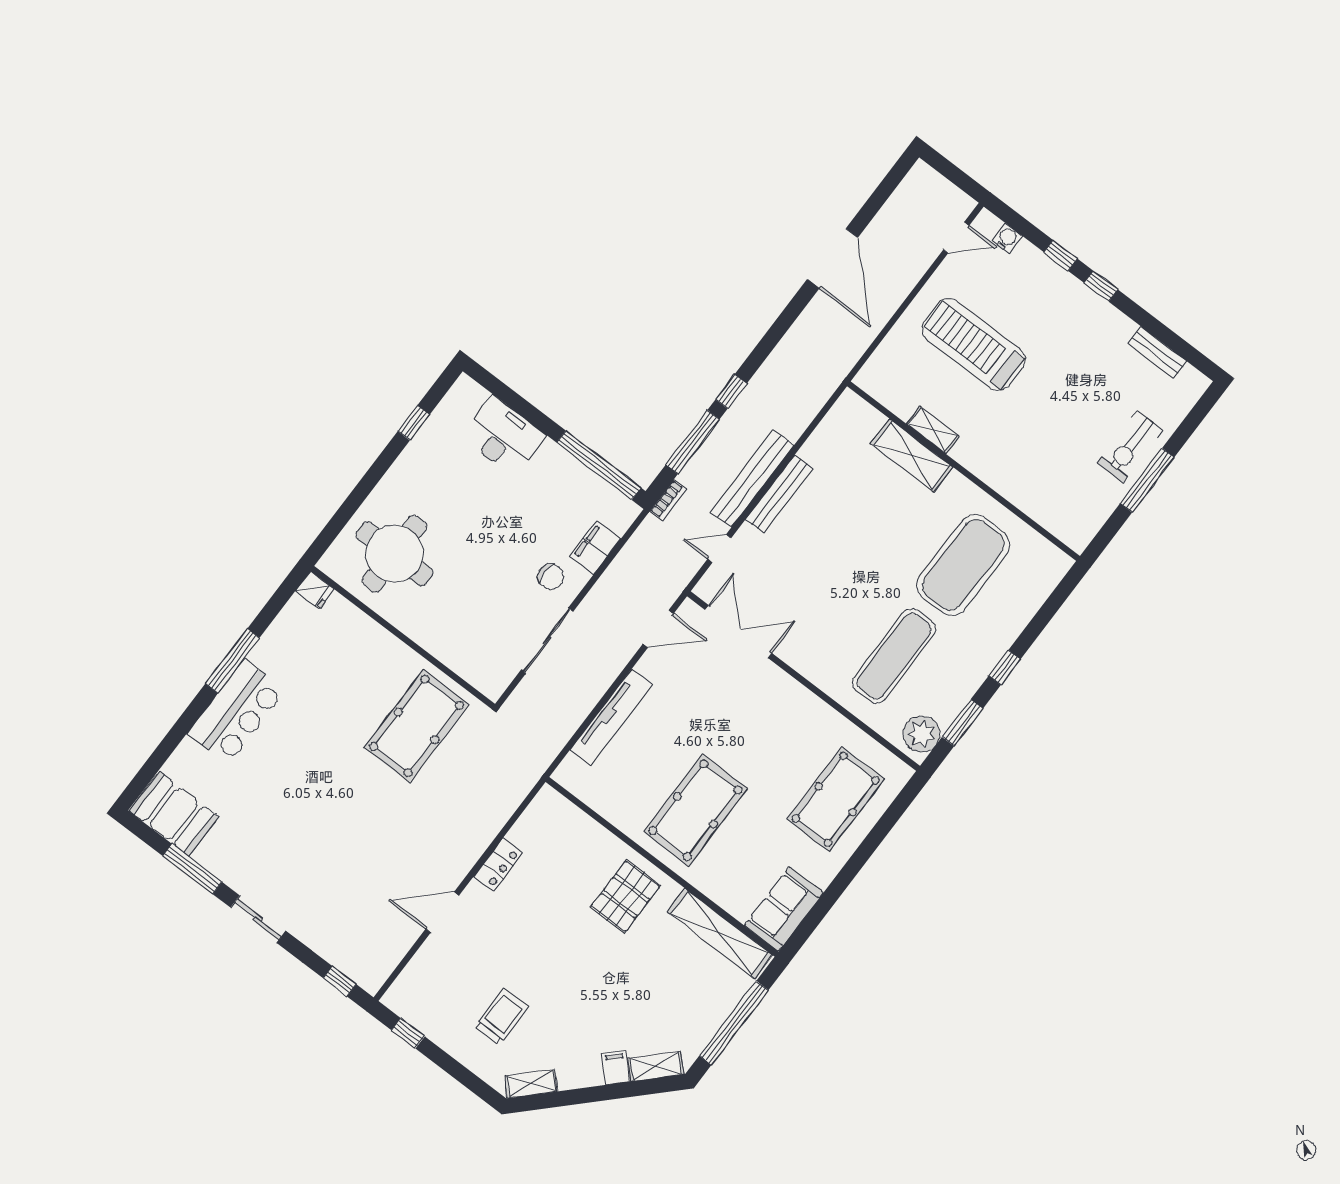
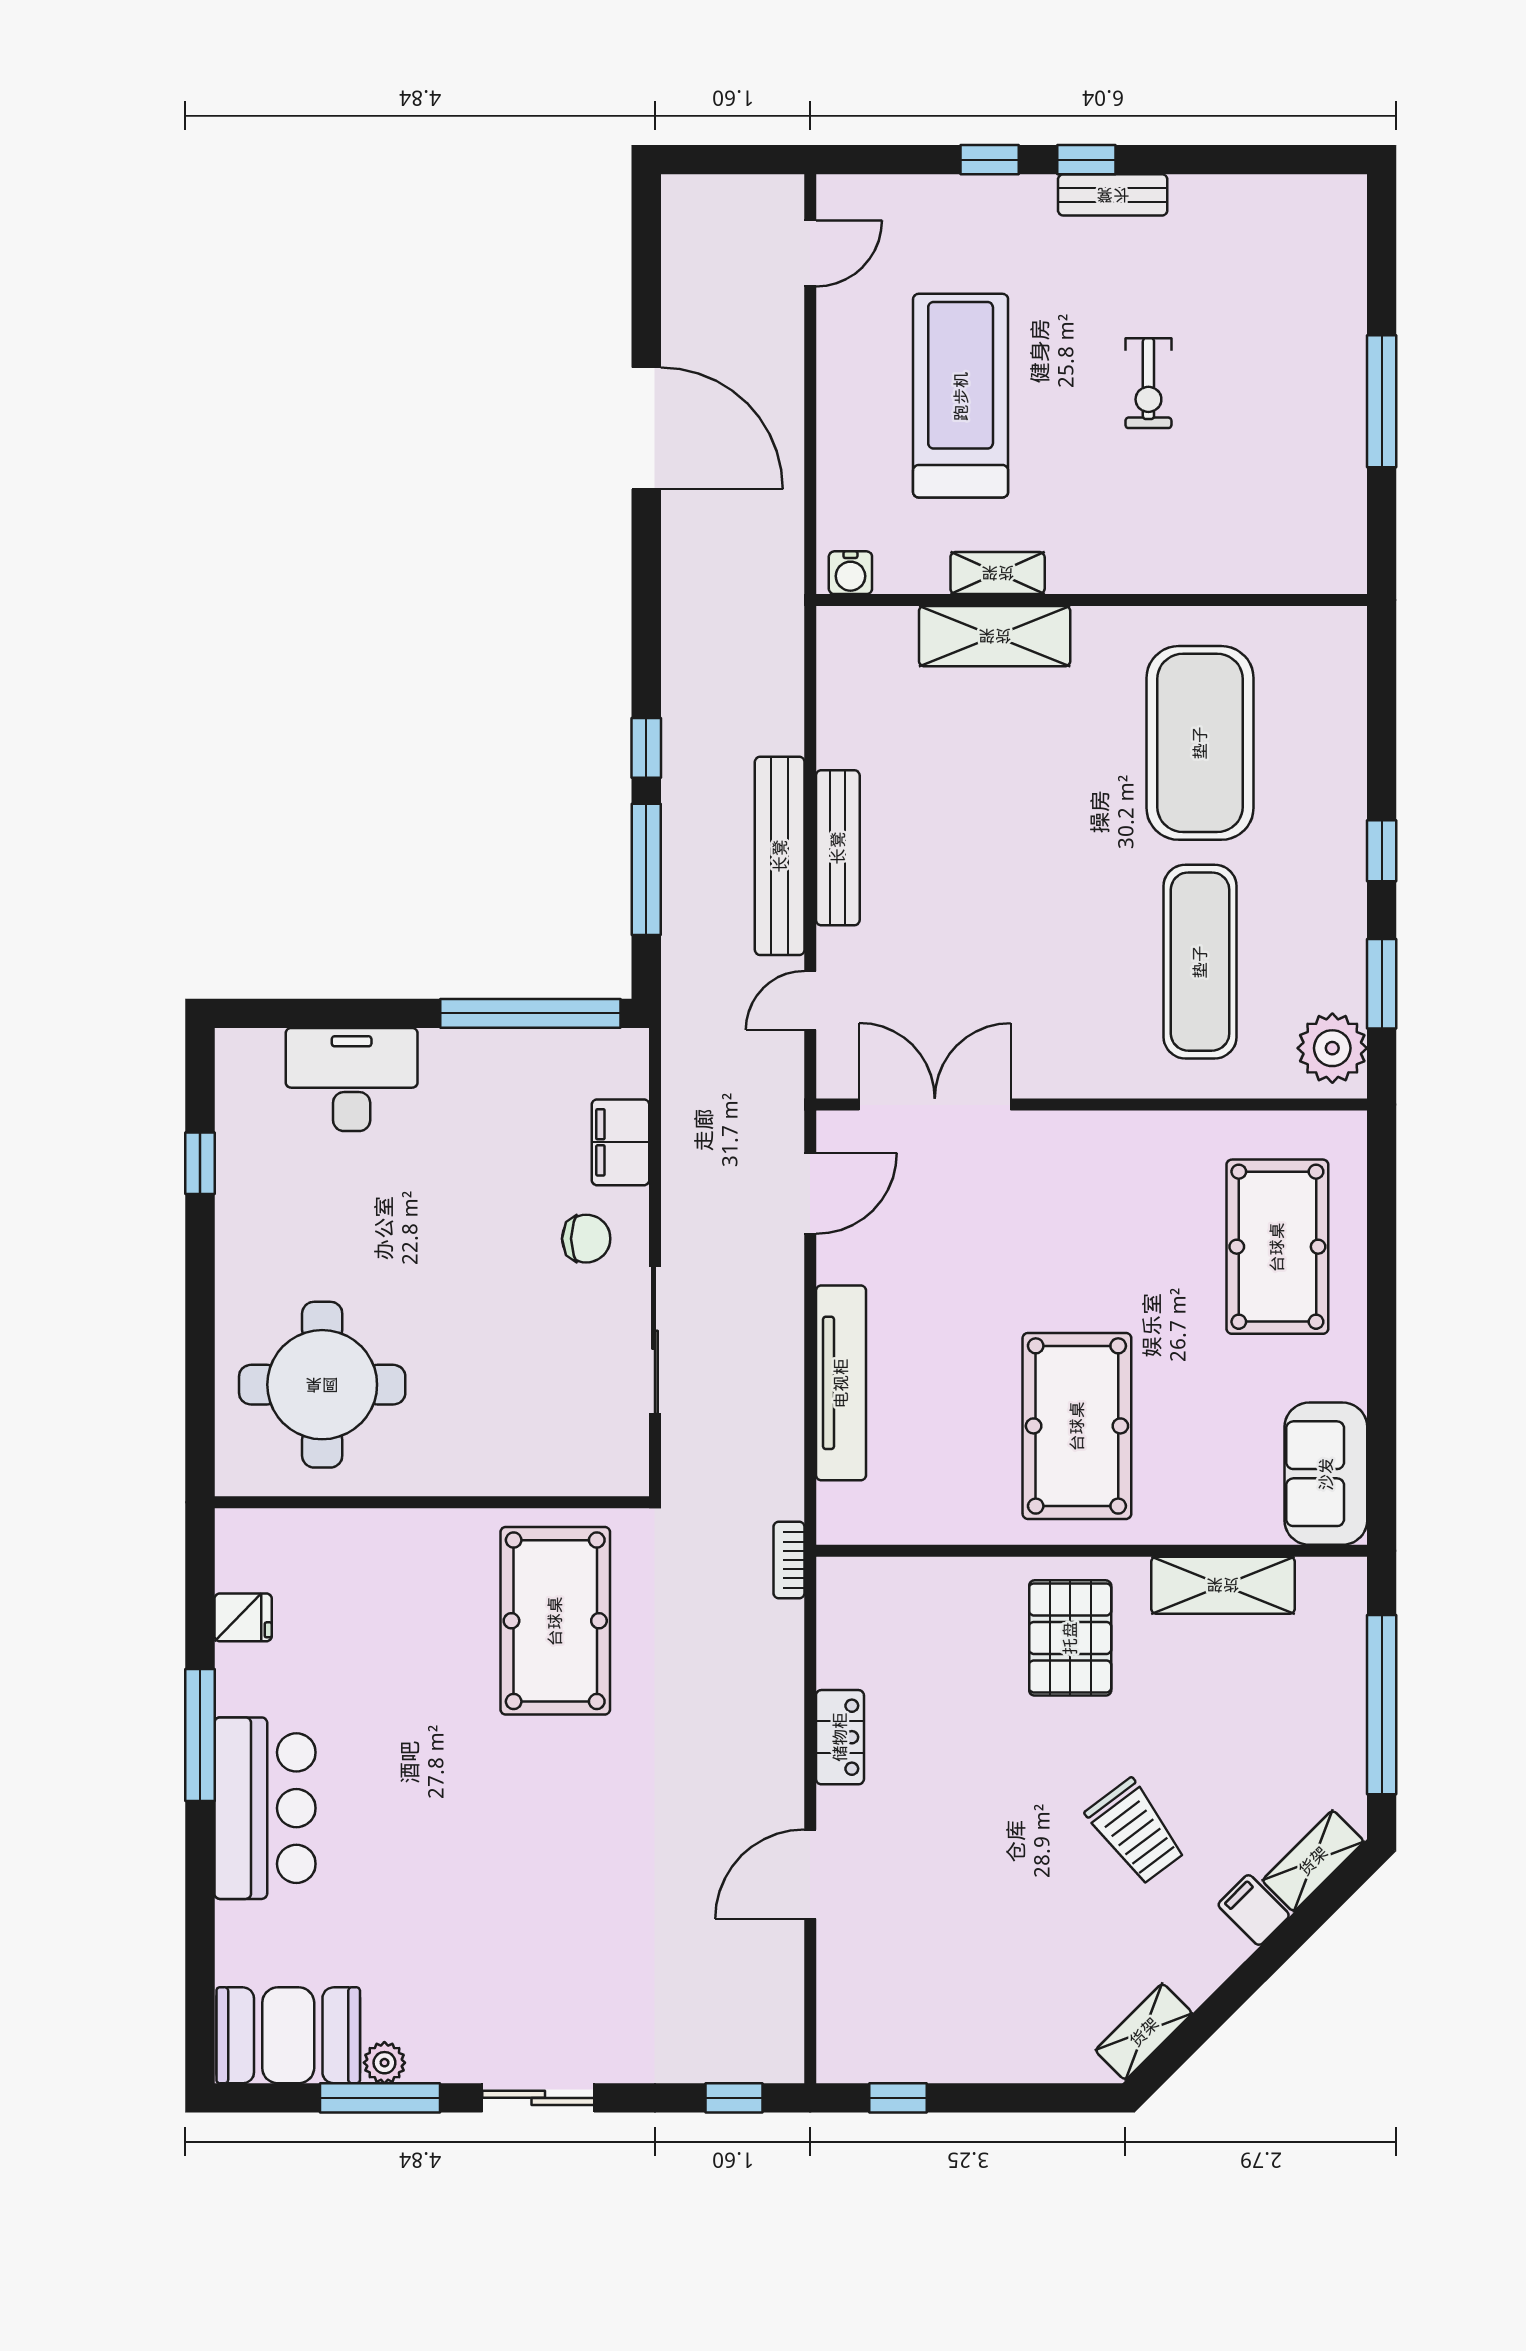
water cooler: (1007, 238) -> (850, 573), moved, turned 180
treadmill: (974, 345) -> (961, 396), turned 90
bench: (1157, 352) -> (1113, 195), moved
exercise bike: (1130, 447) -> (1148, 383), moved, width x0.73, depth x0.72
bookcase: (668, 500) -> (789, 1560), moved, turned 180
fridge: (315, 590) -> (243, 1617), moved
plant: (205, 856) -> (384, 2063), added
shelving: (720, 933) -> (1223, 1585), width x0.68
trolley: (501, 1017) -> (1136, 1832), moved, turned 143

